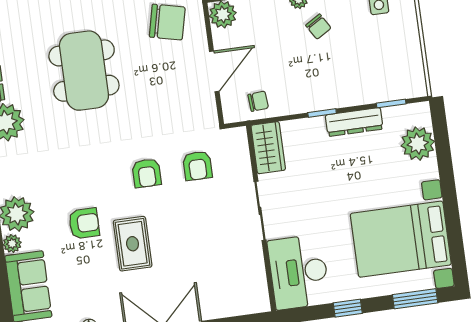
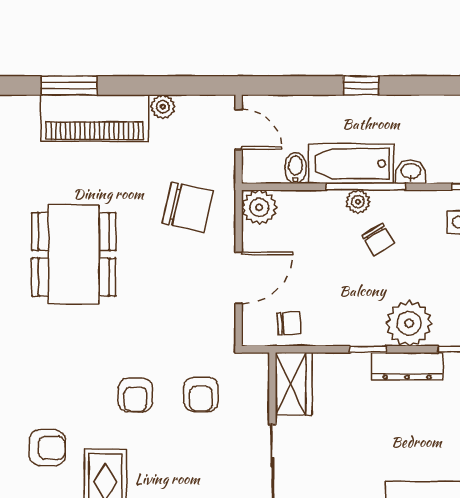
plant: (351, 89) -> (409, 323), added

